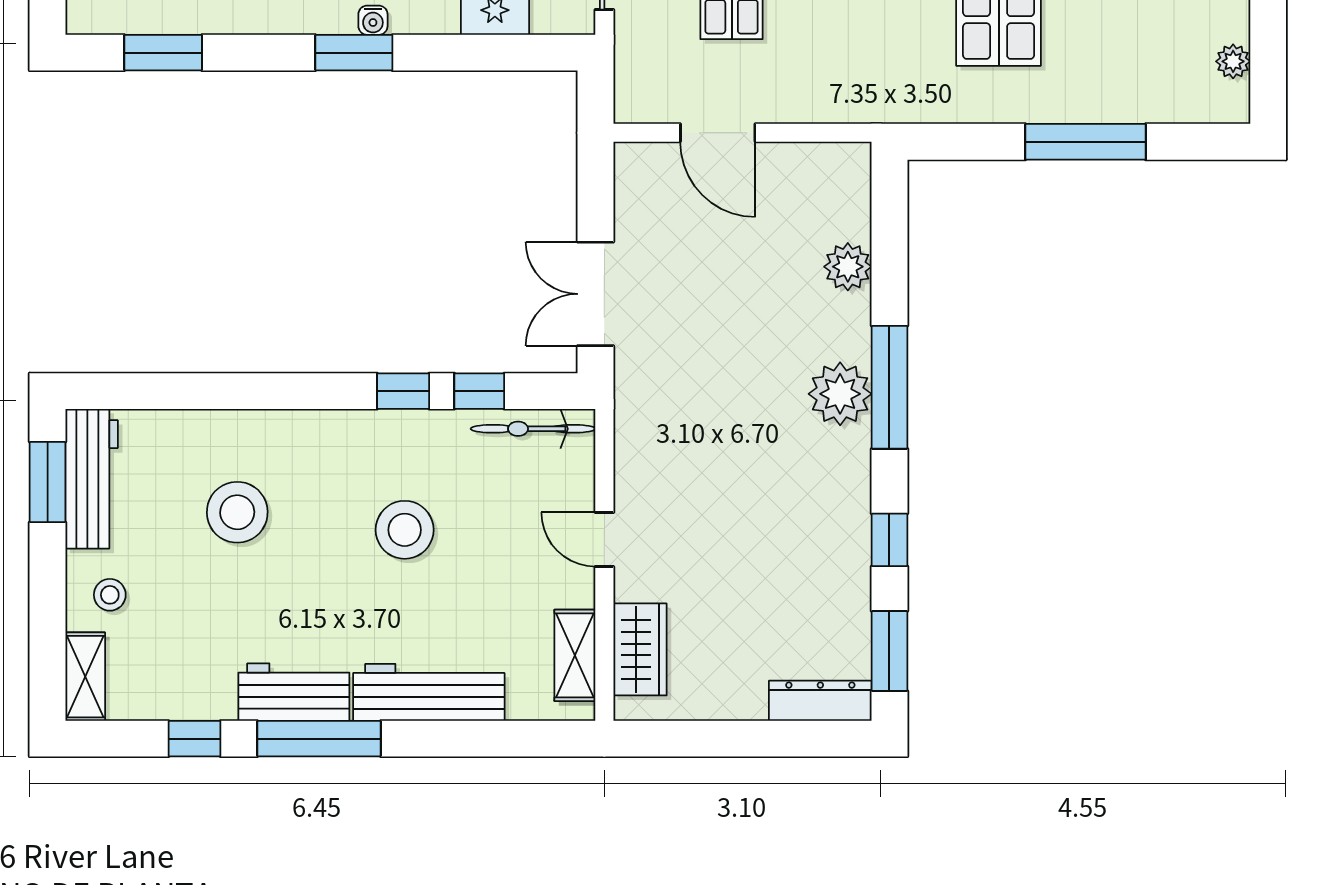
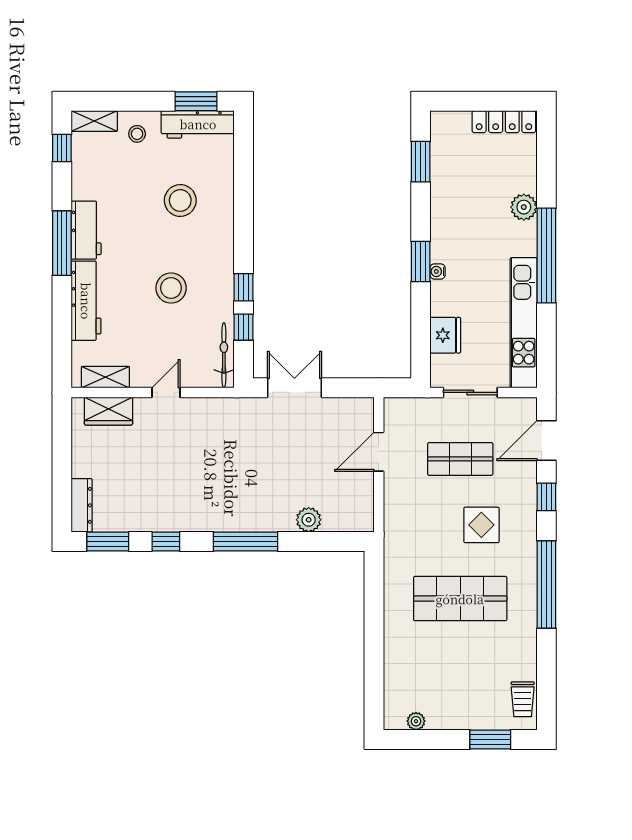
window: (1085, 142) -> (374, 644), removed
plant: (840, 394) -> (242, 516), removed
window: (195, 739) -> (62, 148), moved

